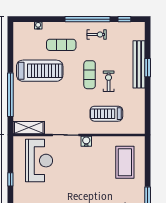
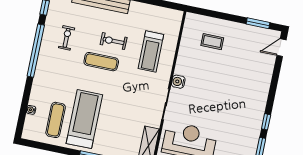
exercise bike: (97, 35) -> (67, 38), moved
exercise mat: (61, 45) -> (56, 120), moved
coffee table: (125, 162) -> (212, 42), width x0.54, depth x0.58

